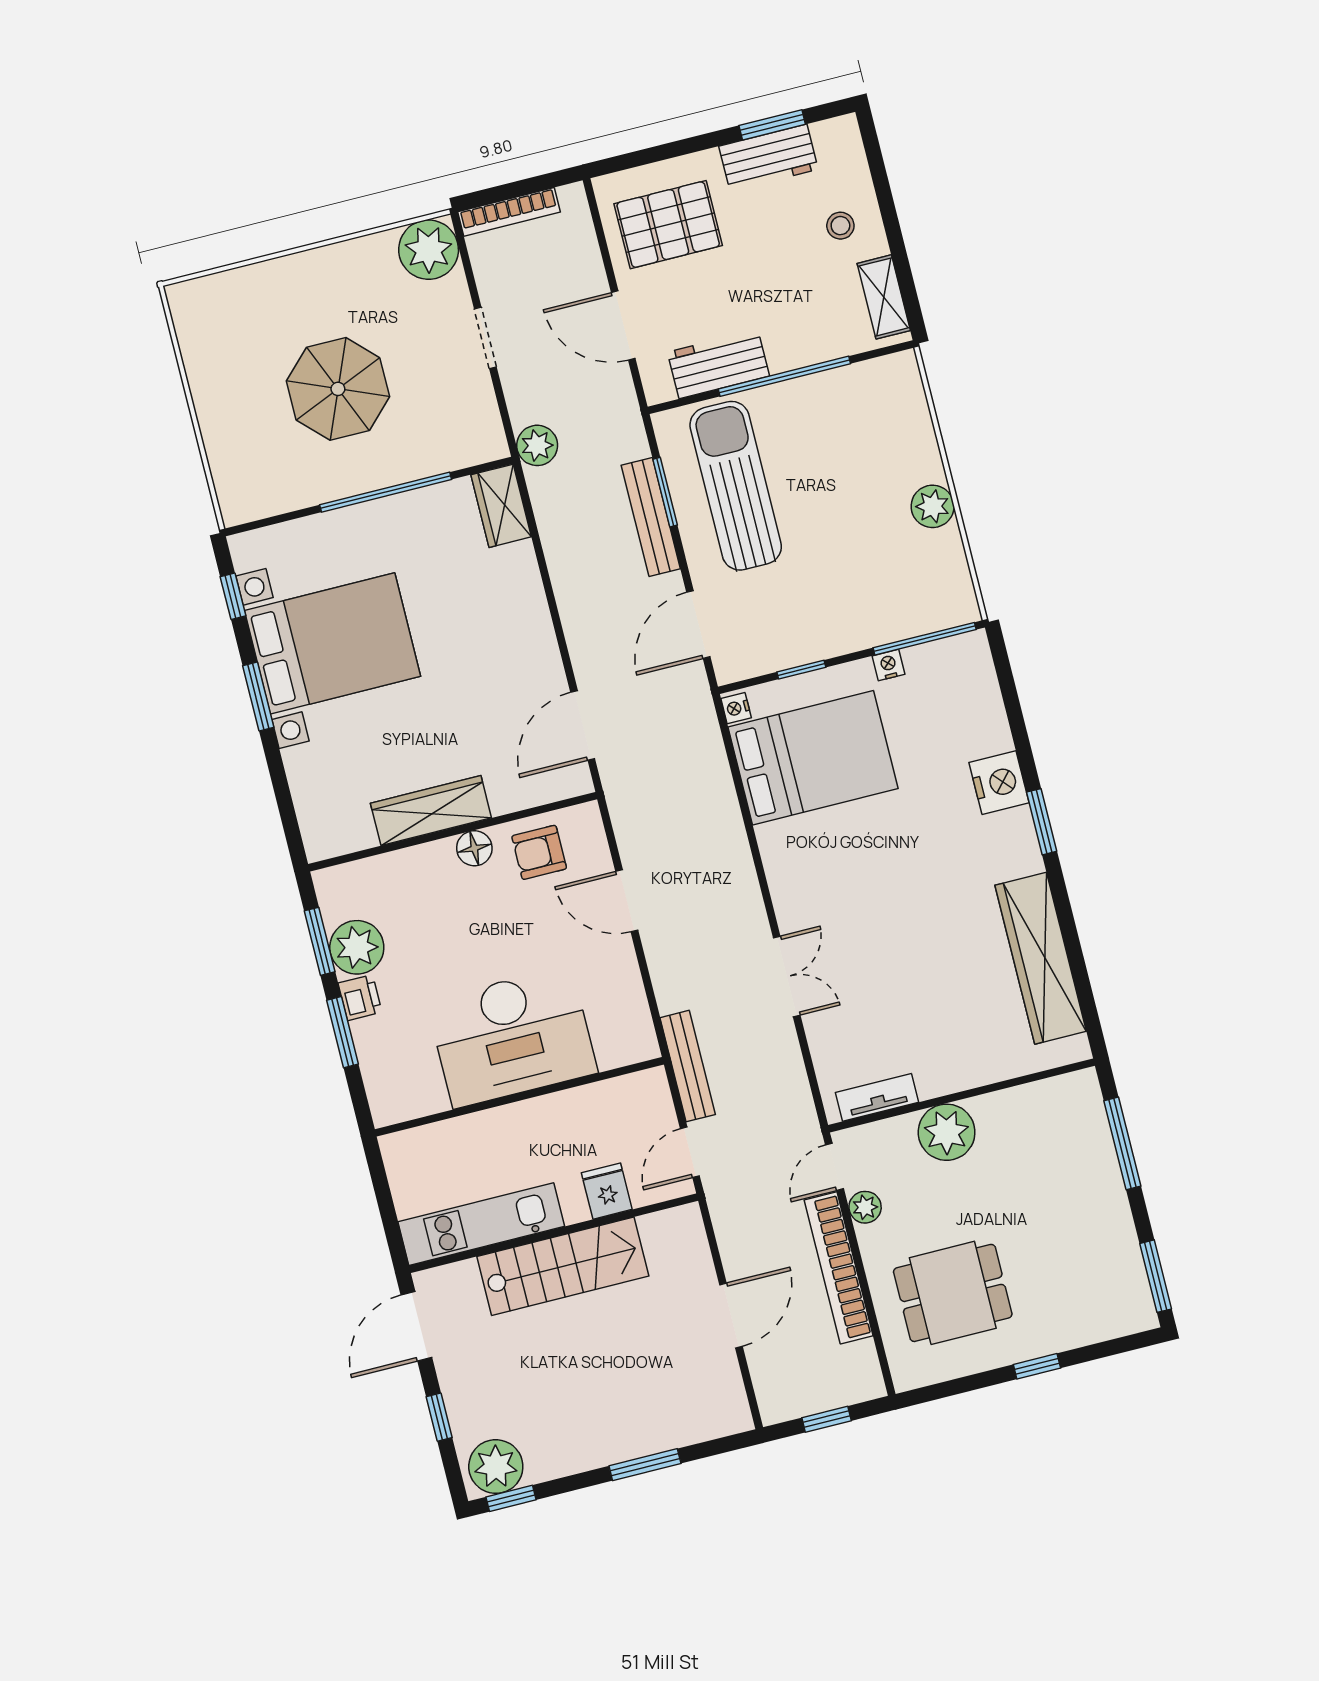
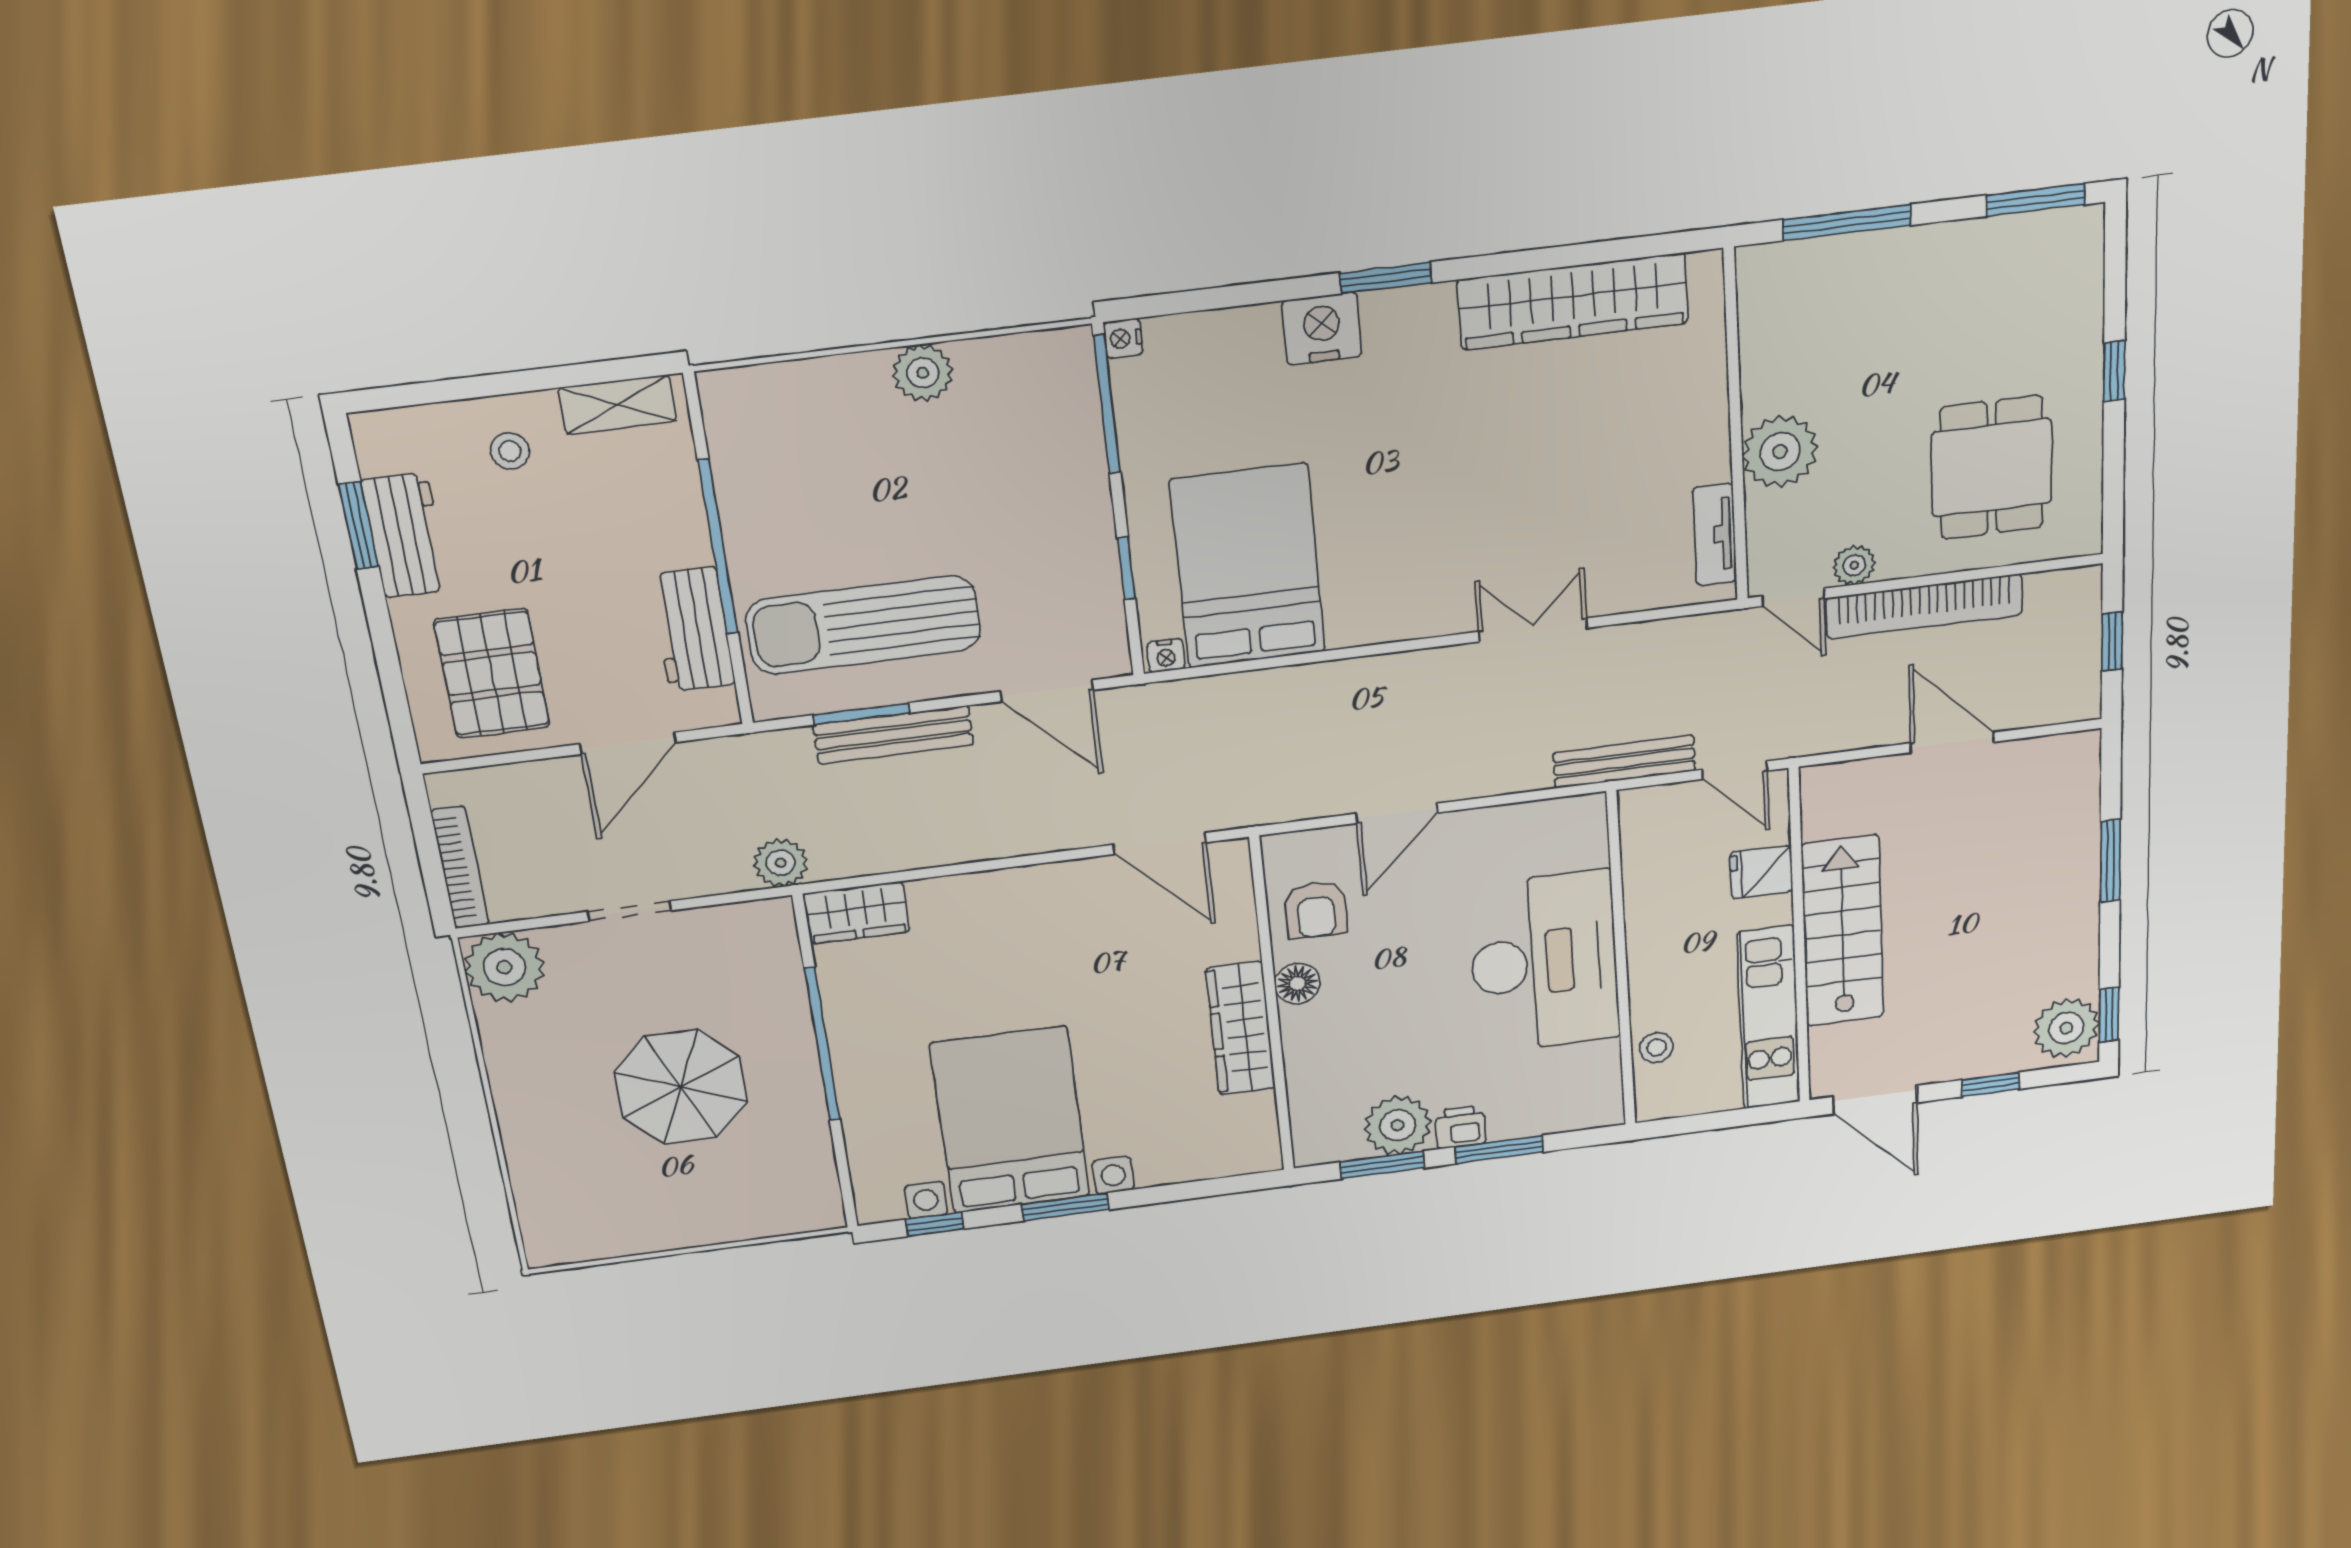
nightstand: (889, 665) -> (1123, 338), moved
stool: (446, 1140) -> (1656, 1047), added

